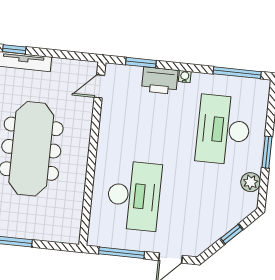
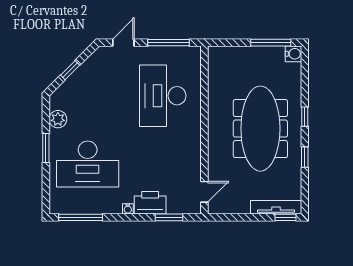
desk: (223, 130) -> (88, 164), turned 90

